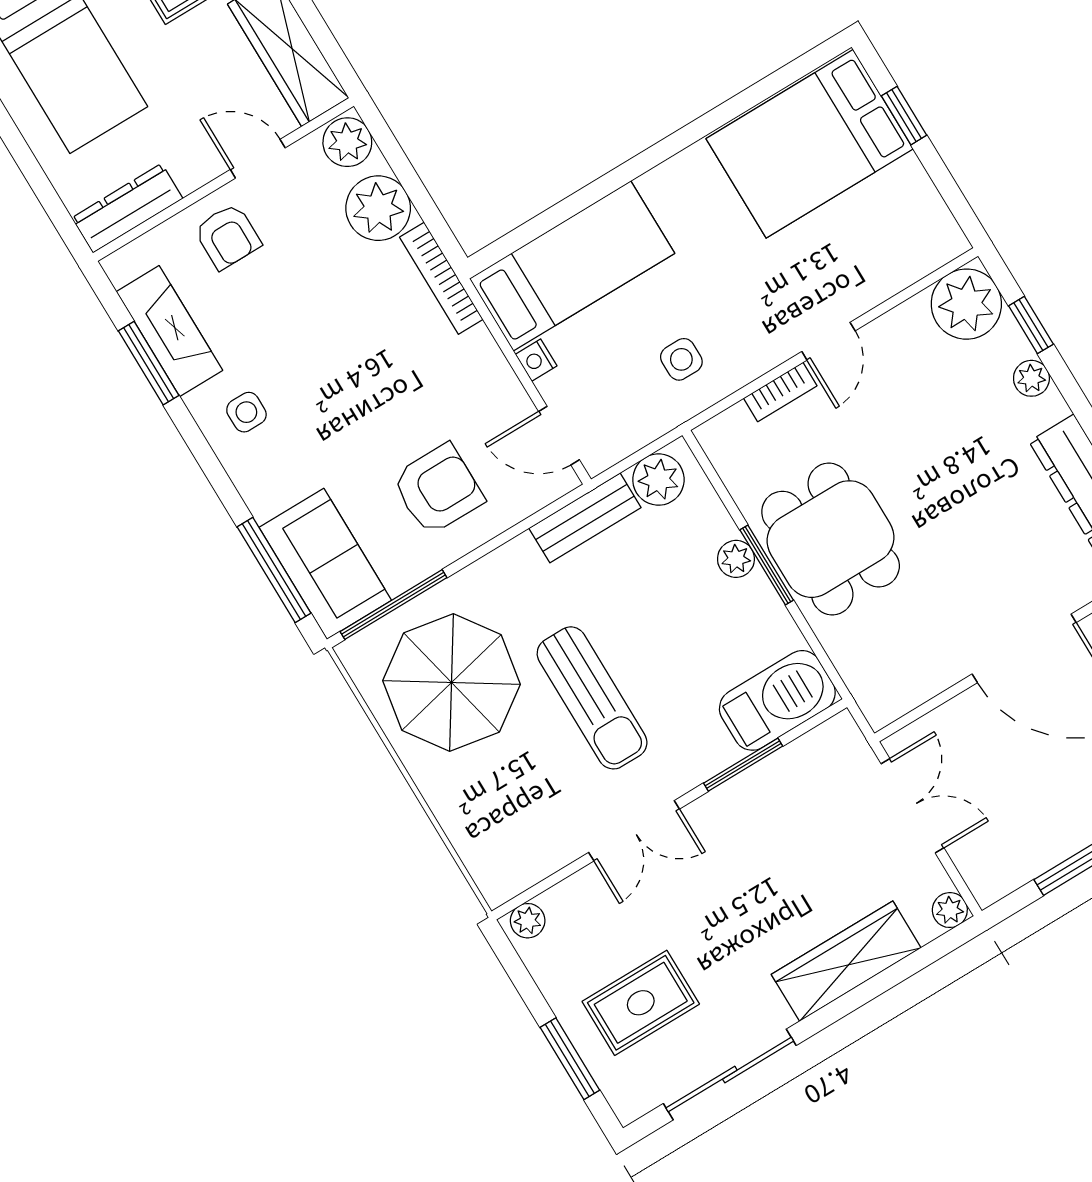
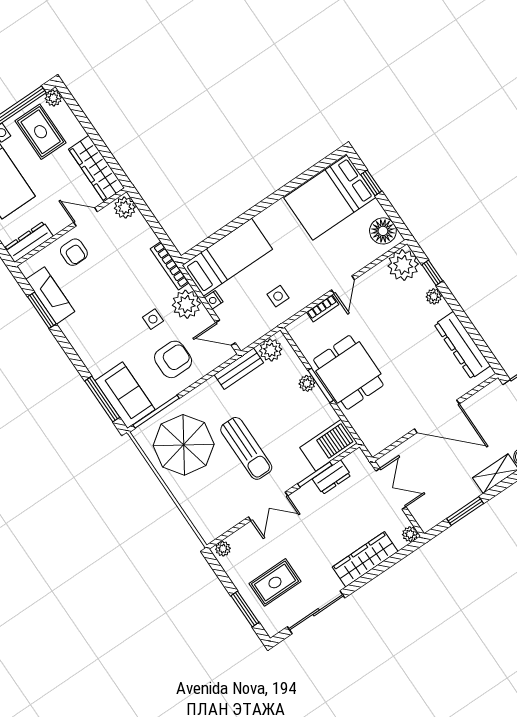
plant: (378, 208) -> (186, 304), moved
floor lamp: (925, 225) -> (383, 231), added
side table: (246, 412) -> (153, 319), moved
dresser: (781, 773) -> (332, 477), added

